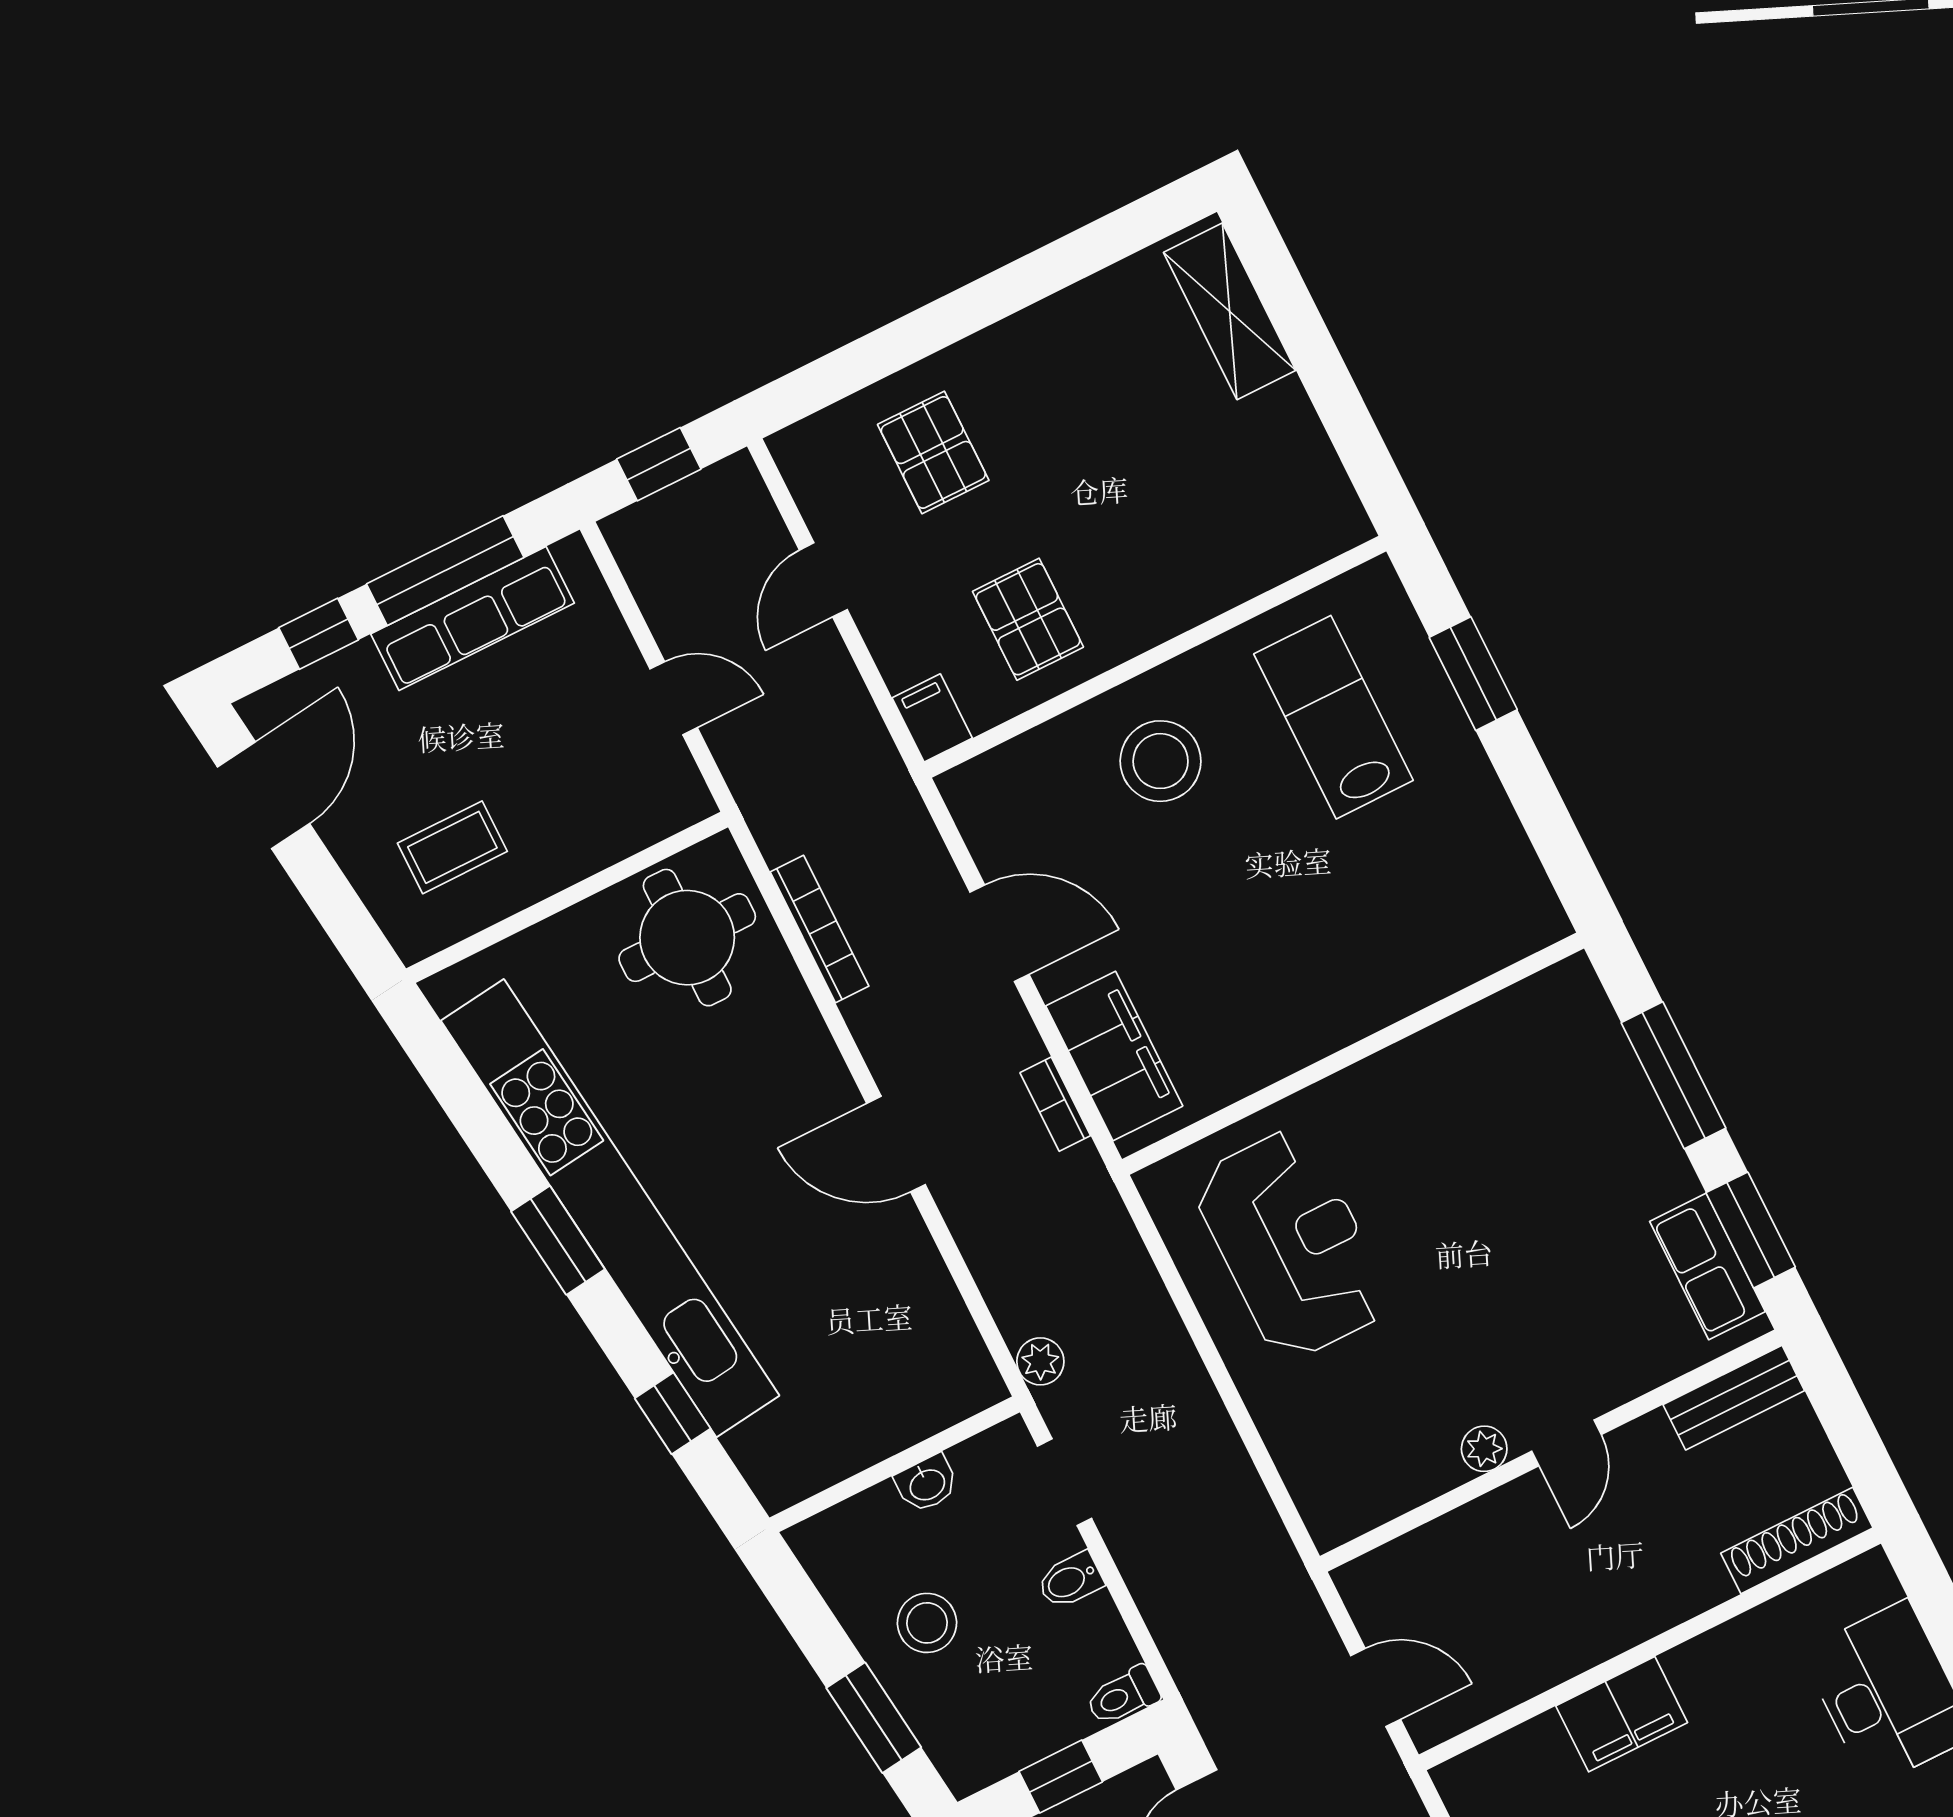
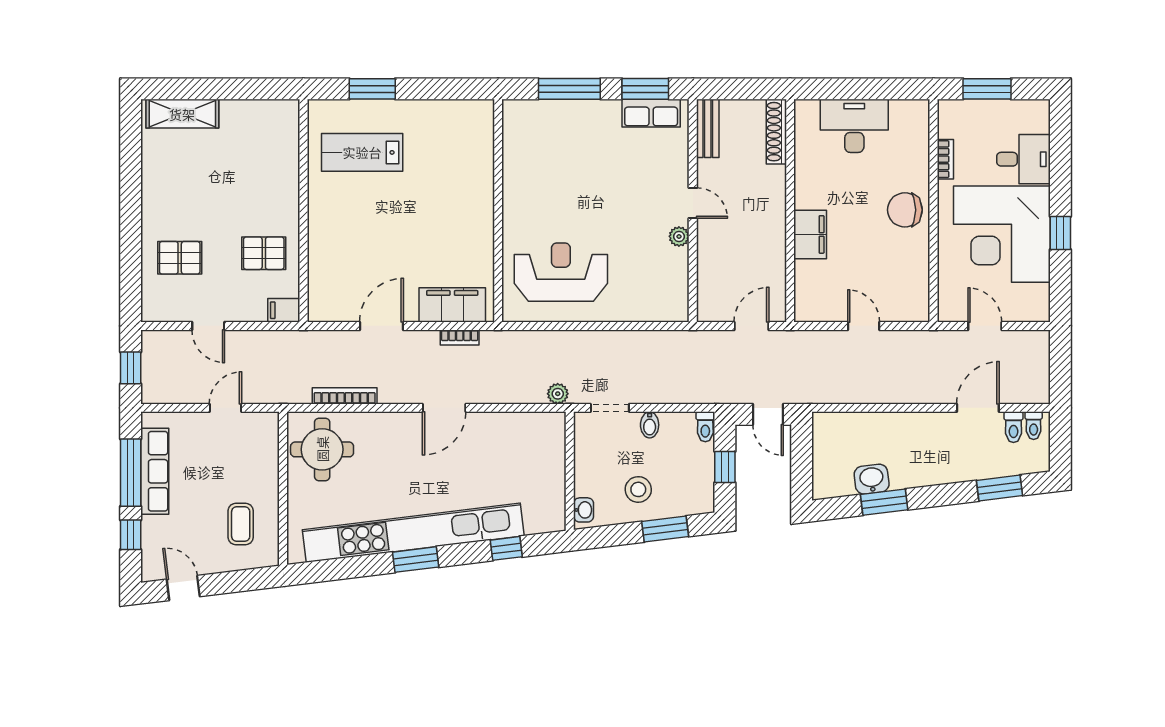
stool: (1161, 761) -> (345, 229), removed
door: (264, 795) -> (183, 588), width x0.73
washbasin: (927, 1484) -> (584, 510), moved

